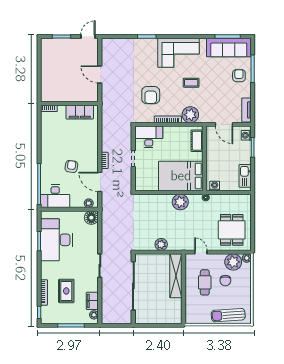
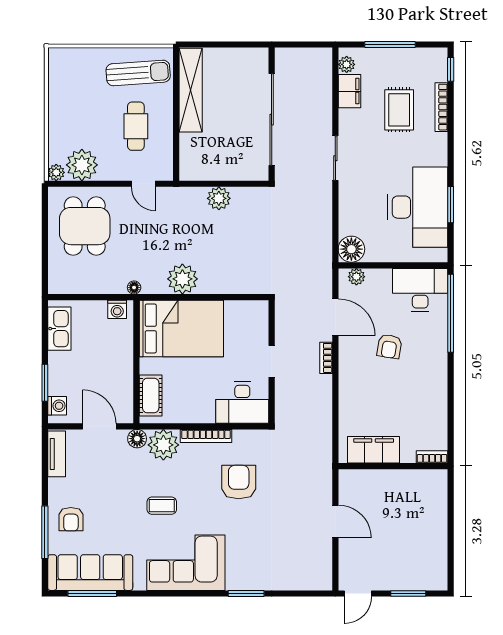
floor lamp: (204, 118) -> (137, 439), added
shelving: (176, 276) -> (191, 90), moved
chair: (225, 281) -> (97, 130), removed
sun lounger: (228, 315) -> (138, 73), moved

